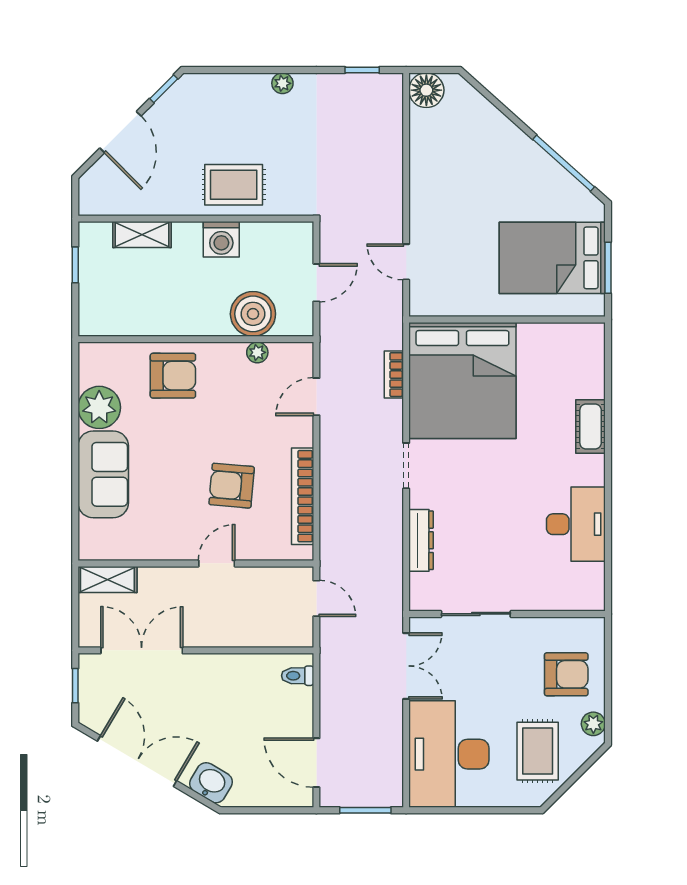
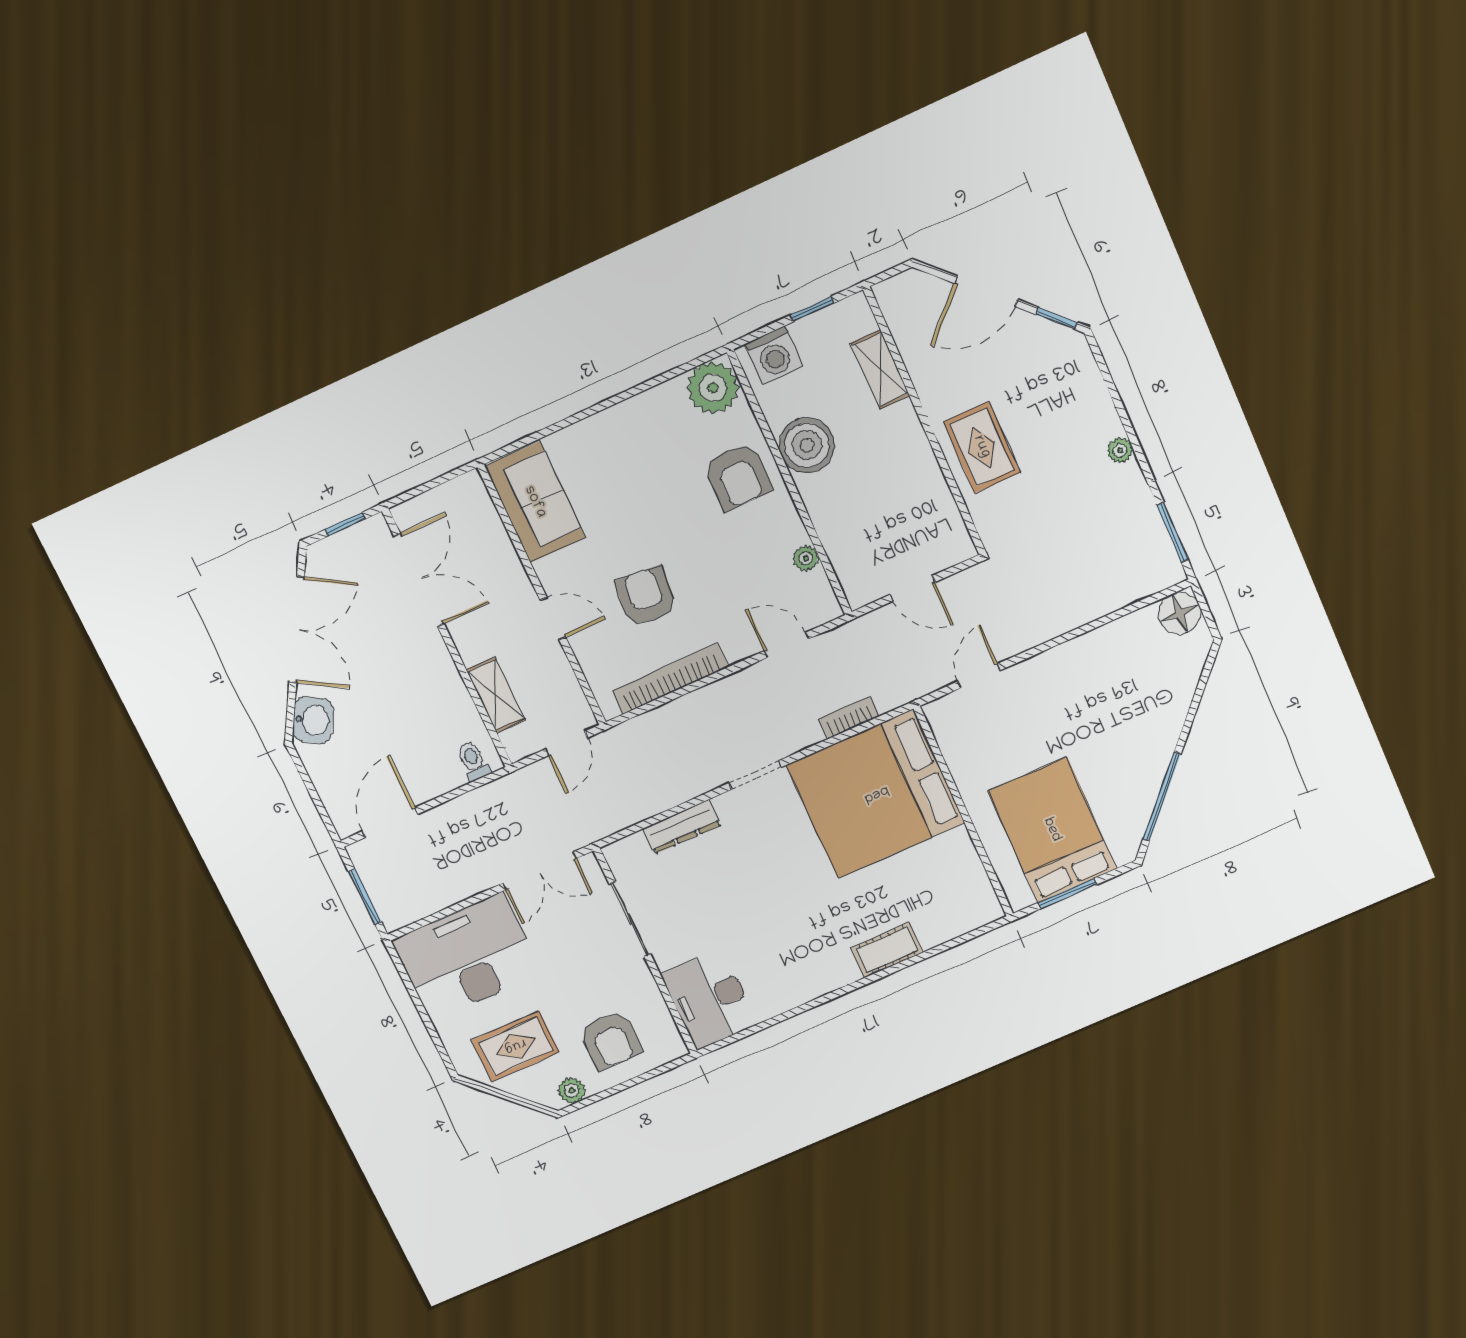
window: (362, 70) -> (1173, 532), width x1.50
washing machine: (221, 239) -> (773, 355), moved, turned -90
boiler: (253, 314) -> (807, 445), moved
plant: (99, 407) -> (713, 388), moved
sofa: (103, 474) -> (535, 502), moved, turned -90
desk: (576, 524) -> (710, 999), moved, turned 90
shelving: (107, 580) -> (496, 695), moved

